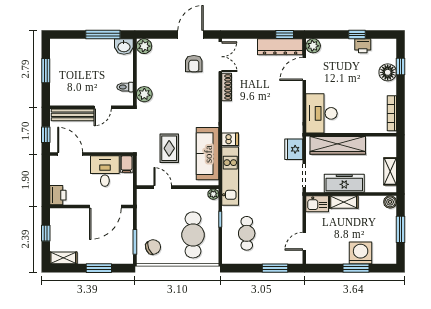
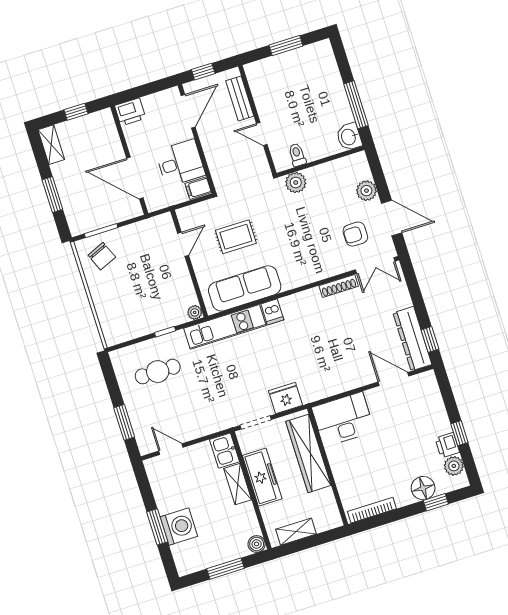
plant: (144, 46) -> (366, 191), moved
plant: (313, 46) -> (454, 466), moved
bench: (73, 115) -> (240, 98), width x0.73
cafe table: (193, 235) -> (134, 303), removed

